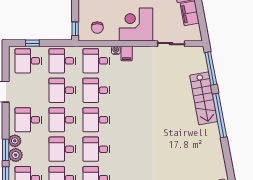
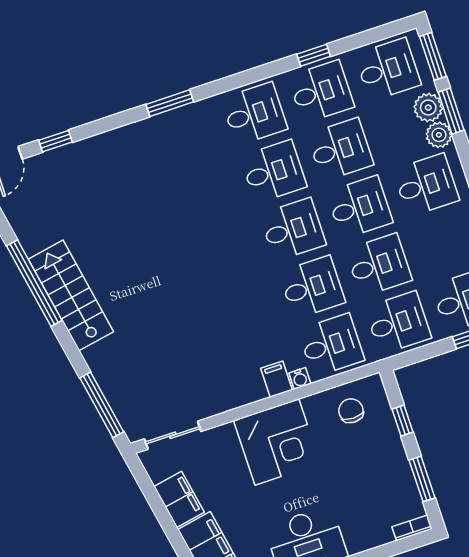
window: (75, 29) -> (403, 421), moved
sliding door: (171, 44) -> (173, 435), moved
stairs: (204, 98) -> (71, 295), moved
window: (220, 115) -> (34, 283), moved

